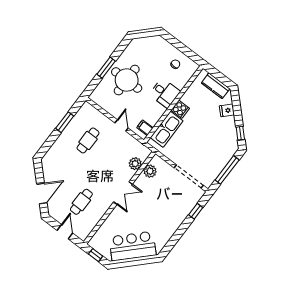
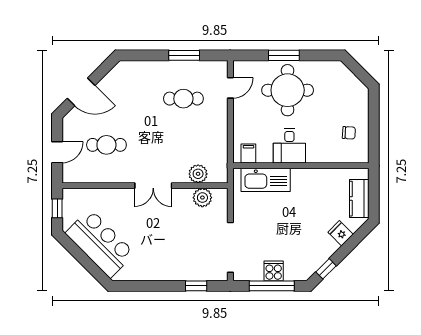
desk: (165, 93) -> (289, 146), moved
cooker: (180, 109) -> (274, 271), moved, turned 180
door: (122, 126) -> (230, 88), moved

